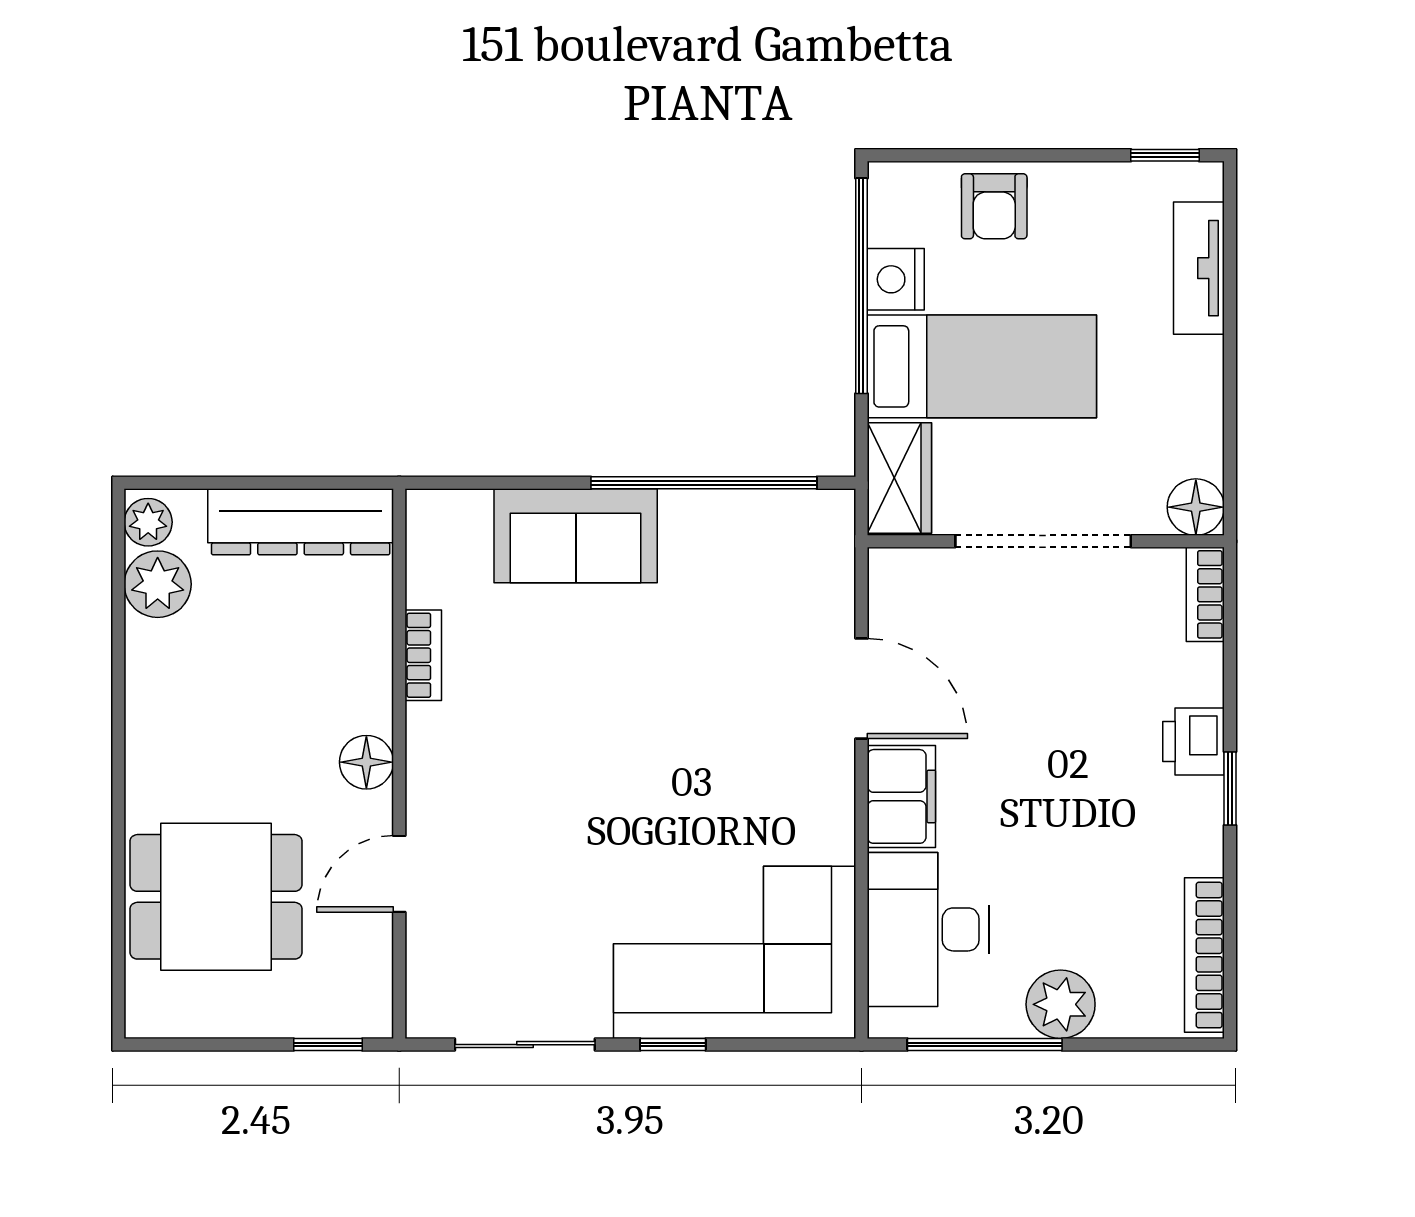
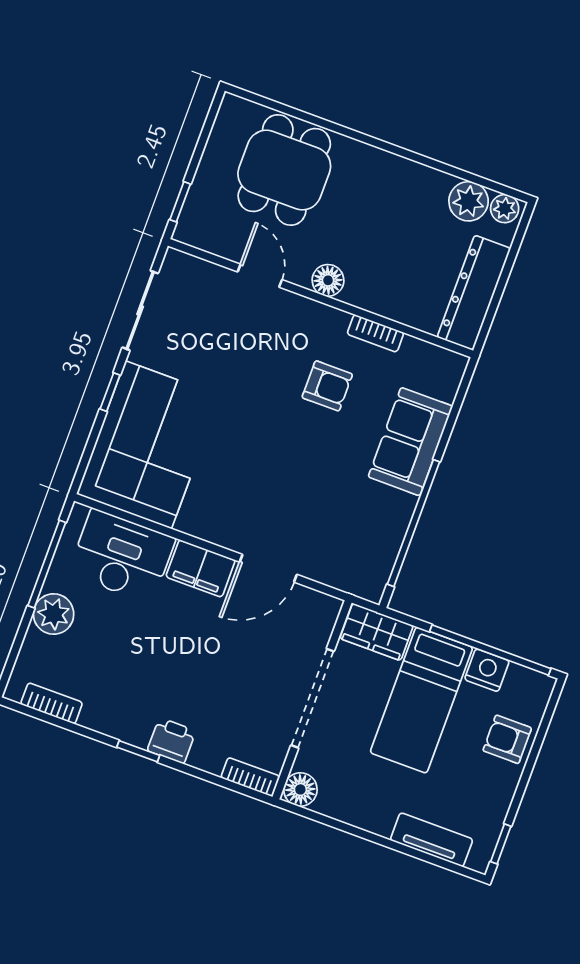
armchair: (535, 701) -> (327, 386), added
bookcase: (1204, 955) -> (52, 703), width x0.64

